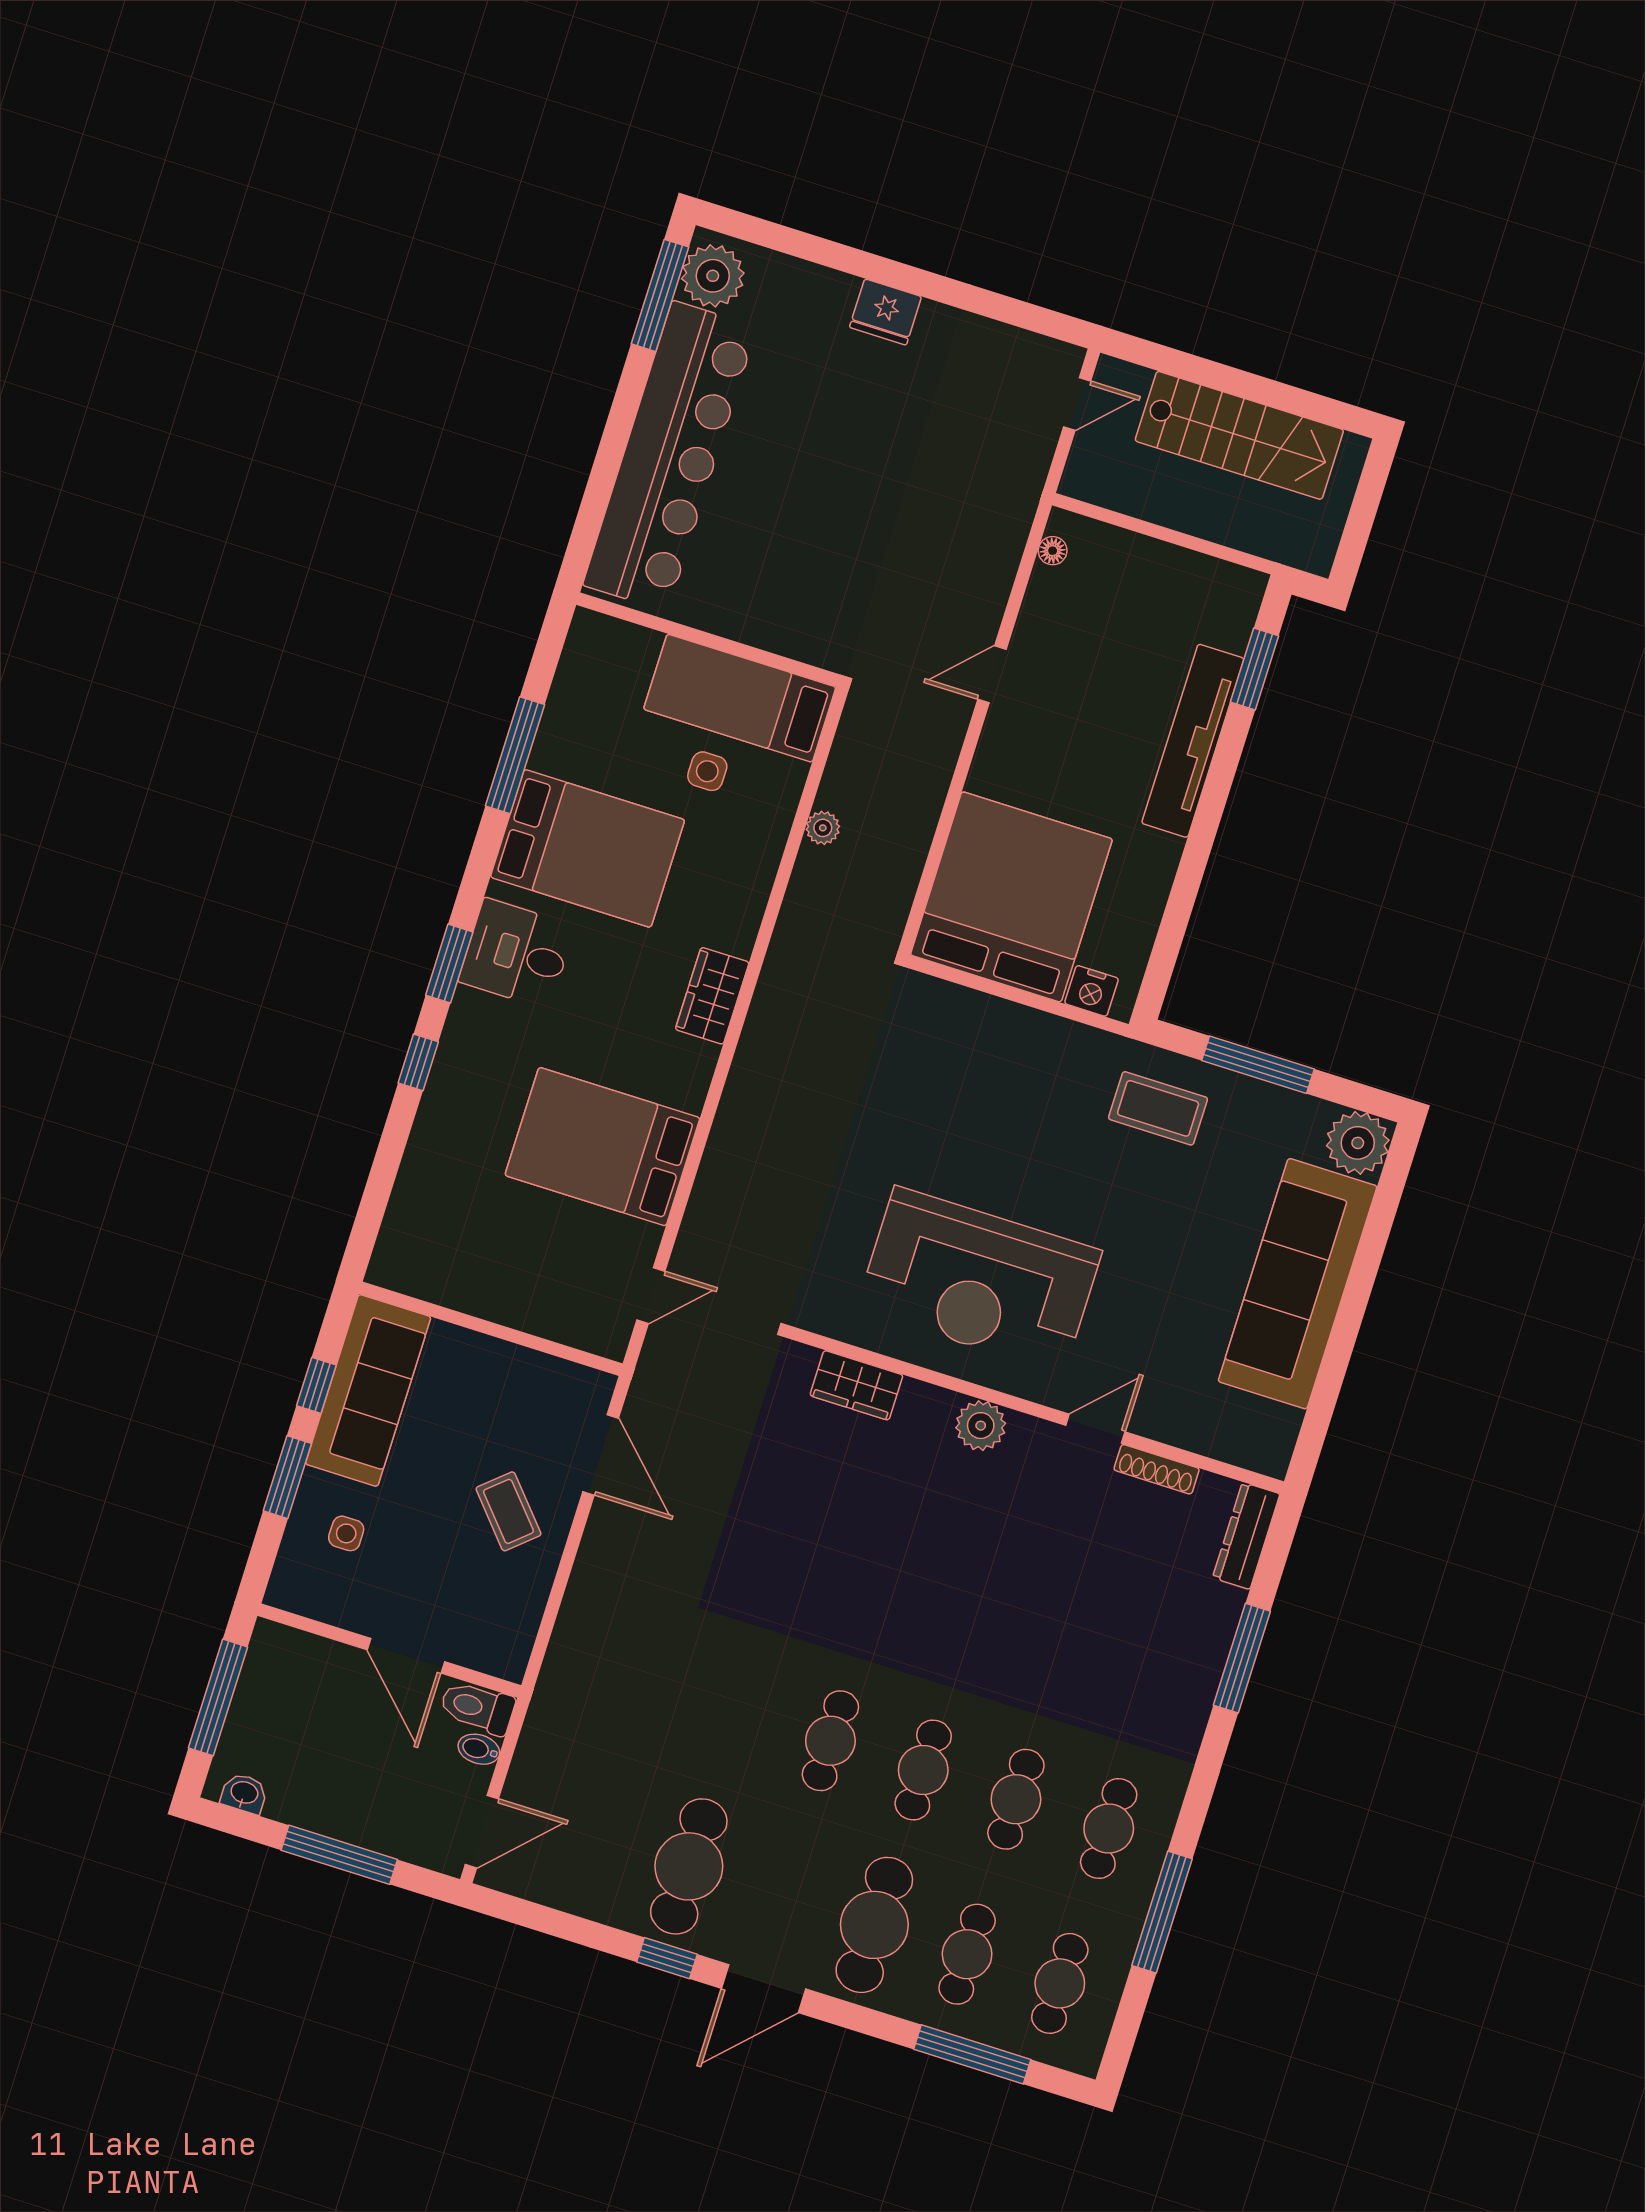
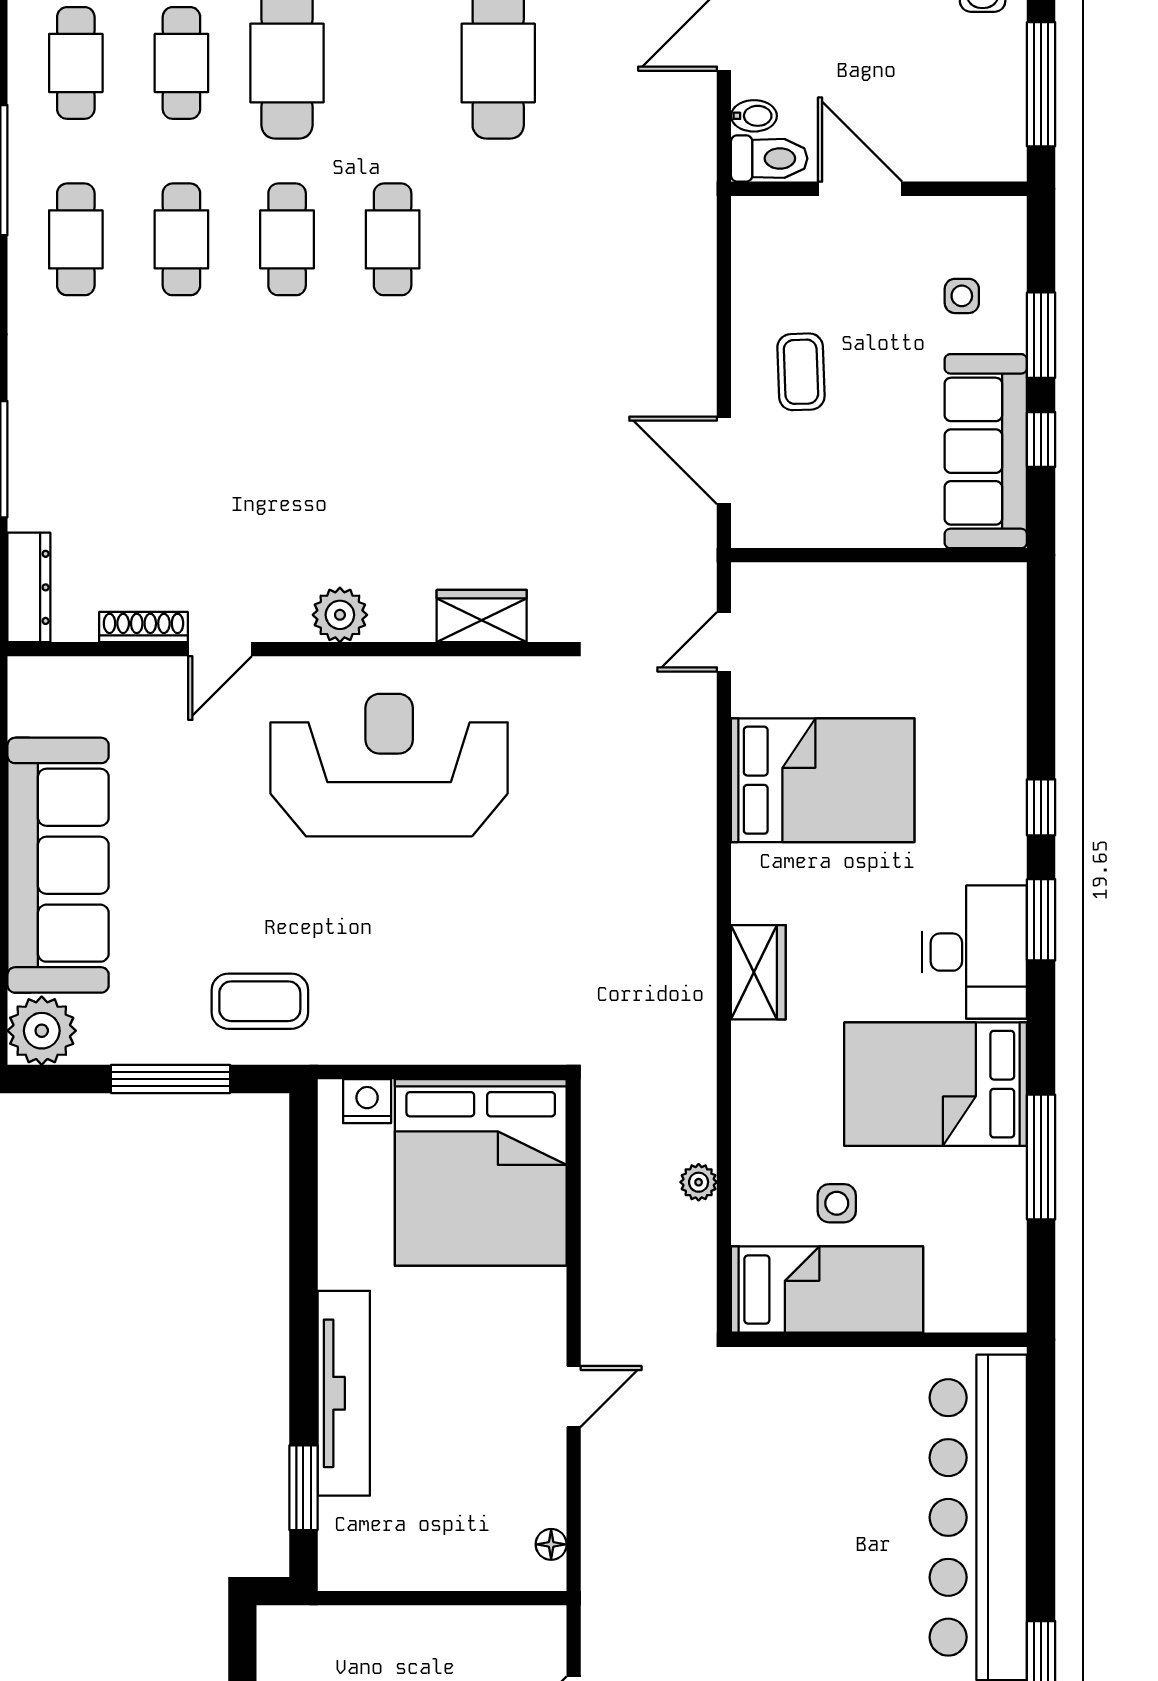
desk: (517, 954) -> (975, 952), width x1.37
coffee table: (508, 1511) -> (801, 372), turned 39

